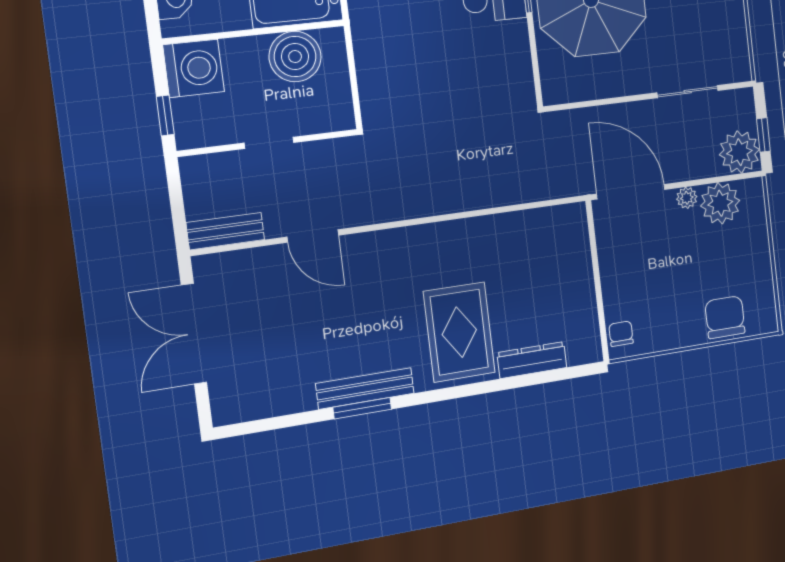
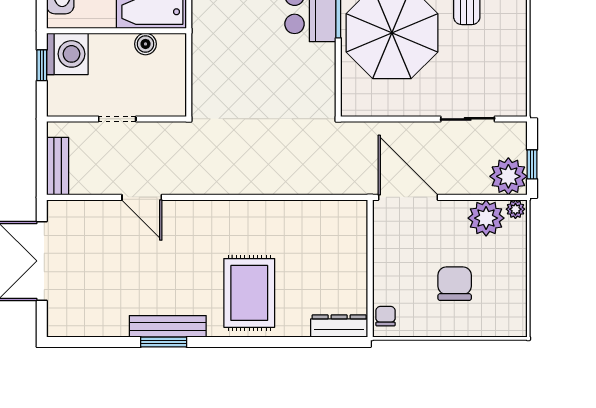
boiler: (295, 57) -> (146, 44), width x0.54, depth x0.54
window: (165, 115) -> (42, 65), moved
plant: (687, 198) -> (515, 209), moved
bench: (225, 231) -> (58, 166), moved, turned 90
chair: (725, 317) -> (455, 284), moved
dresser: (532, 360) -> (339, 326), moved

